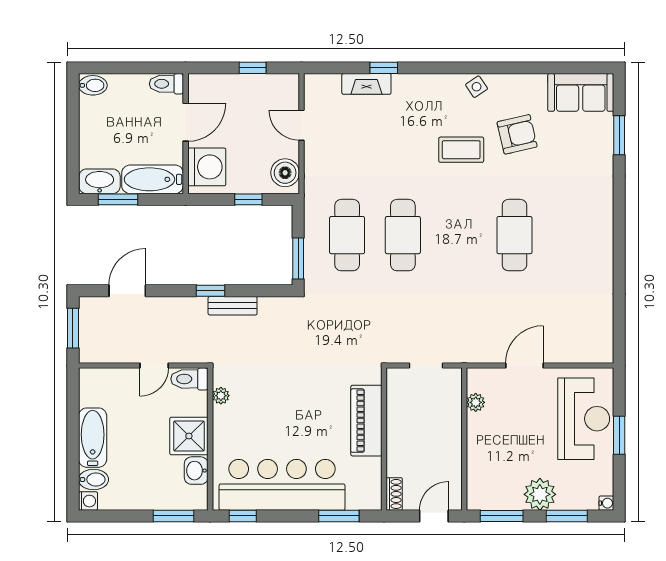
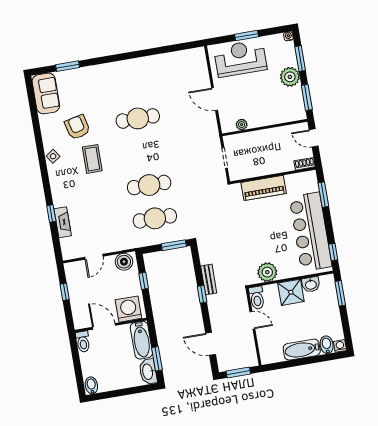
plant: (221, 396) -> (267, 272), width x1.88, depth x1.88

